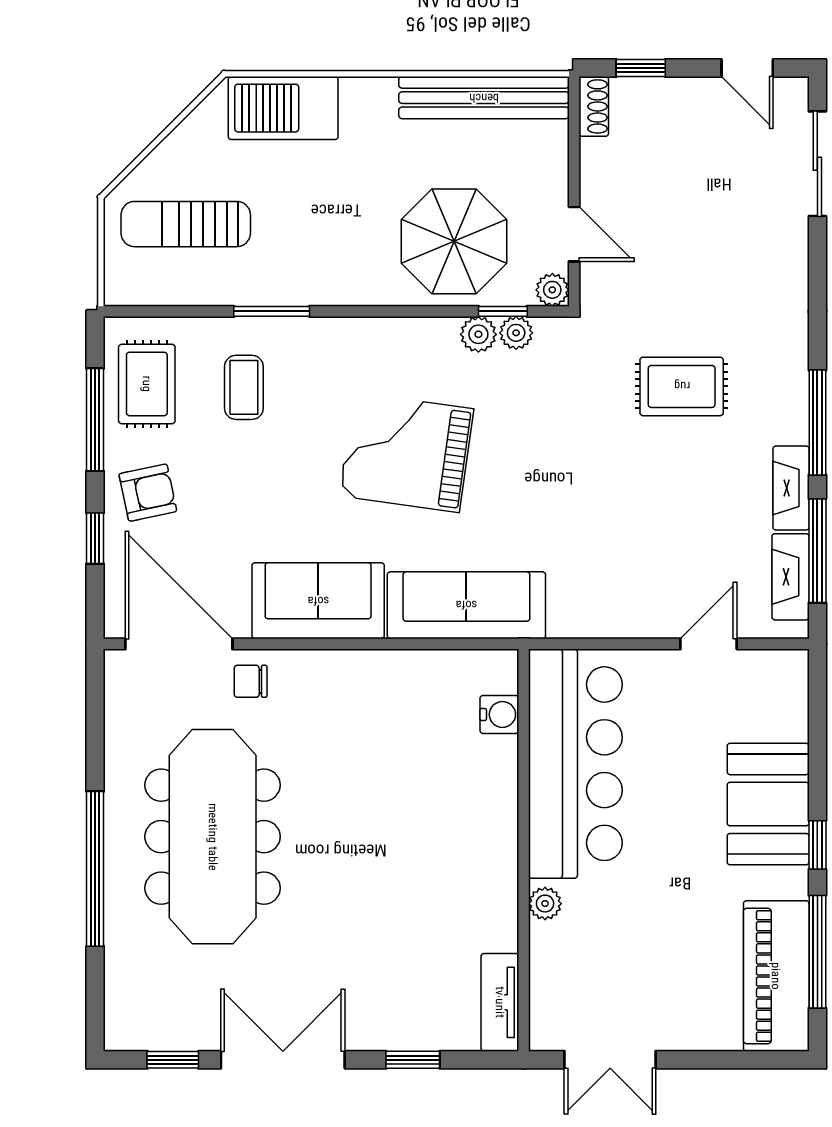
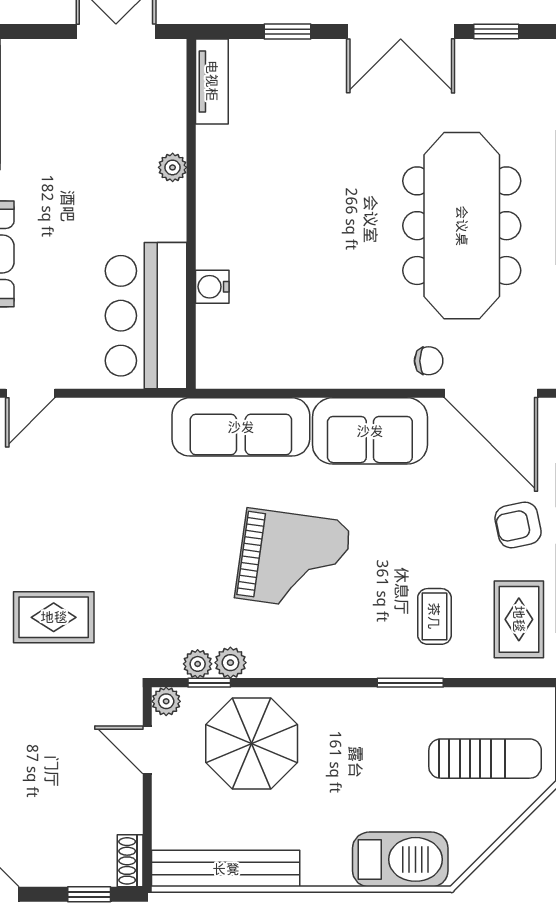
water cooler: (499, 714) -> (212, 287), moved
bar counter: (575, 764) -> (146, 316), width x0.73

